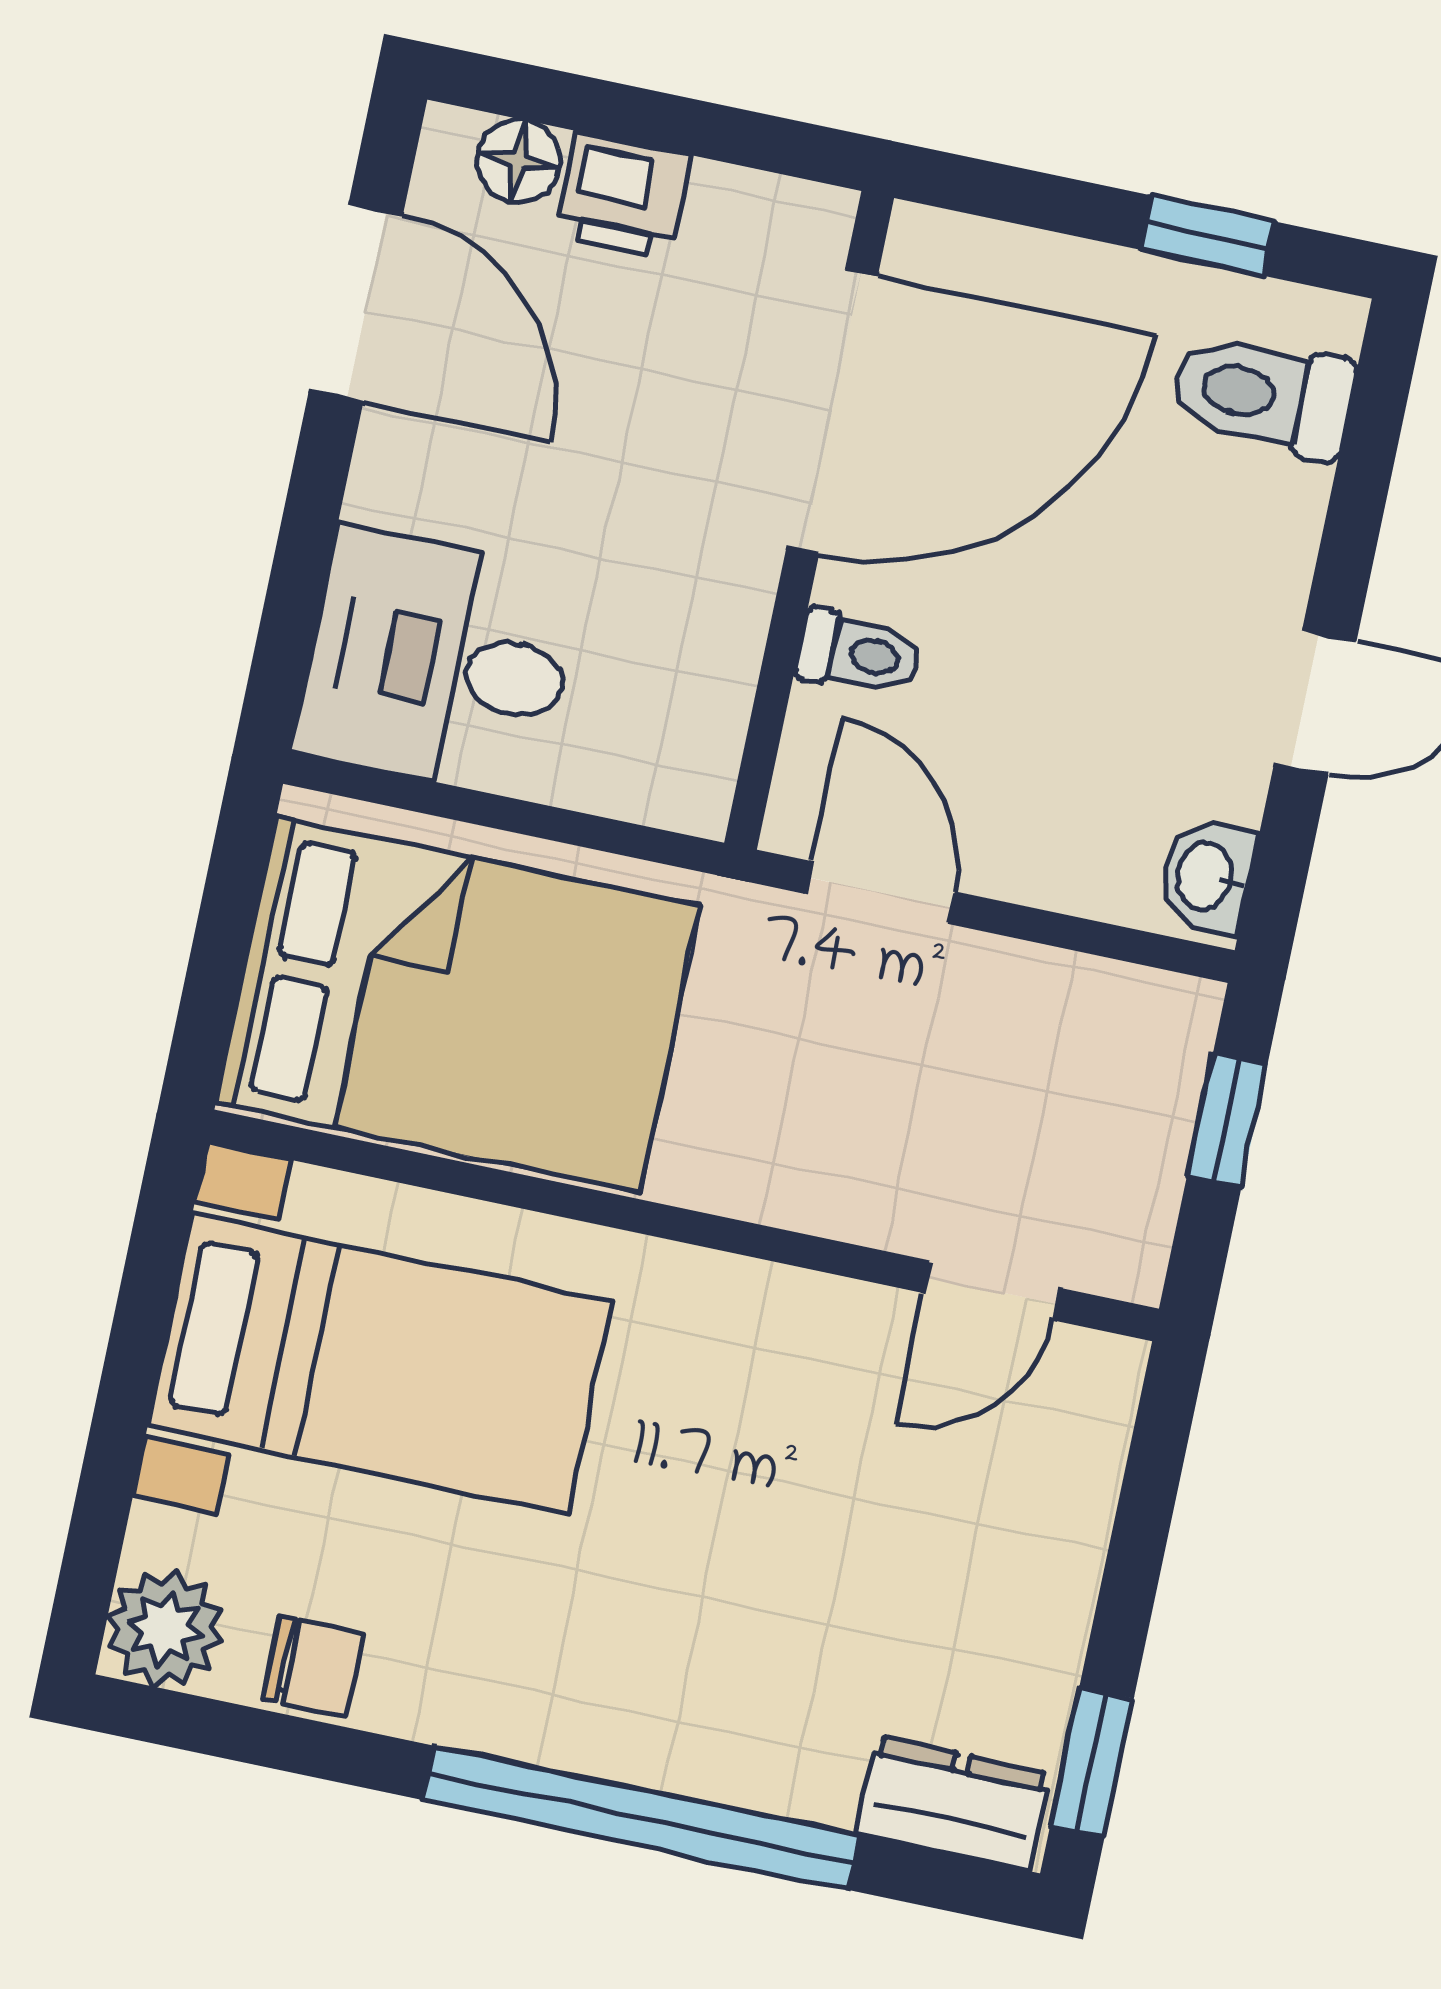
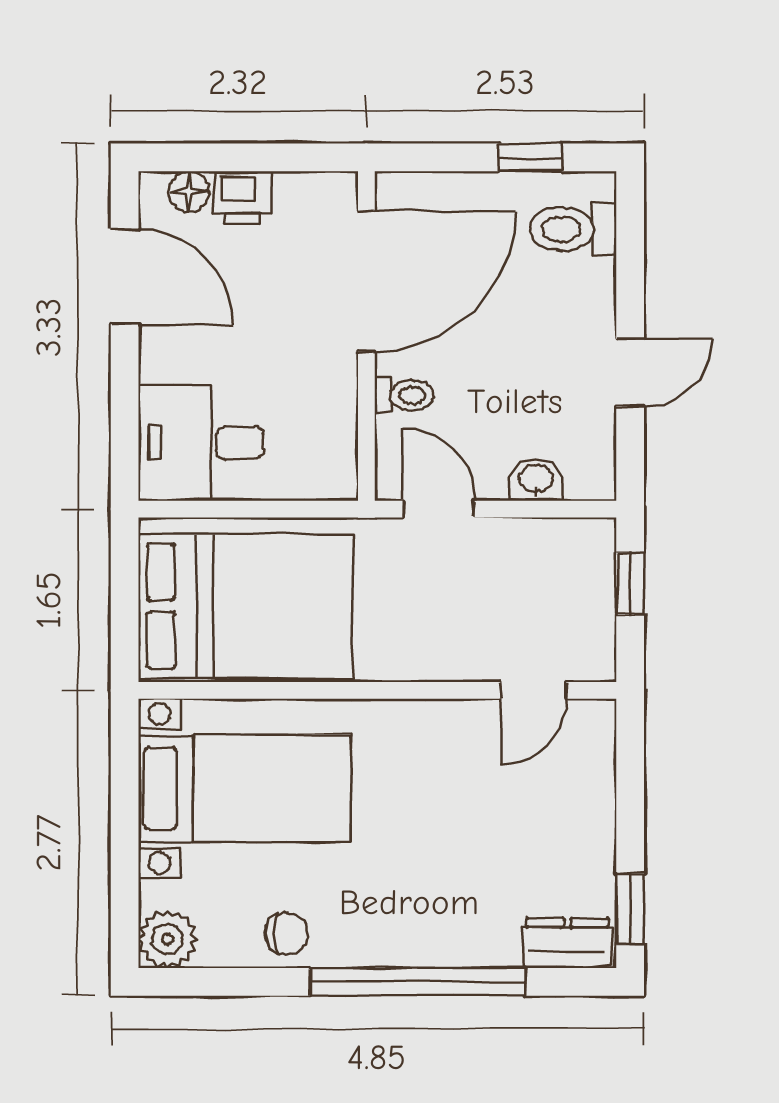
washbasin: (1207, 877) -> (536, 480), moved, turned 90
chair: (313, 1666) -> (287, 934), moved

